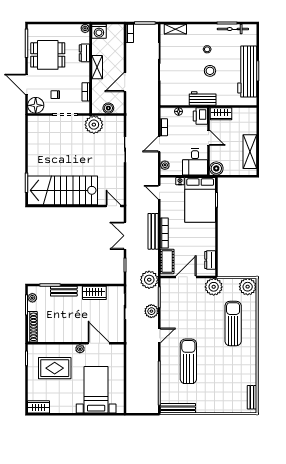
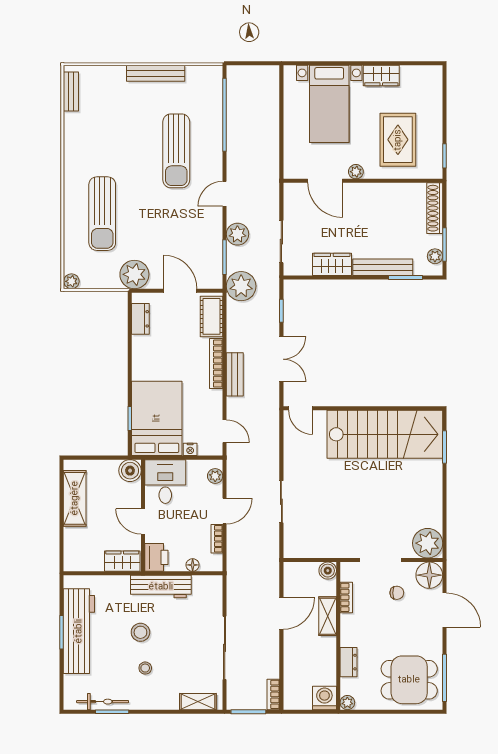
dining table: (48, 55) -> (409, 680), moved
shelving: (97, 67) -> (328, 616), moved
workbench: (203, 98) -> (161, 587), width x1.38
boiler: (108, 108) -> (328, 571), moved
plant: (94, 125) -> (428, 543), moved
bench: (153, 231) -> (235, 374), width x0.73
door: (186, 277) -> (180, 291), swing flipped
plant: (248, 287) -> (71, 281), width x0.53, depth x0.53
bench: (64, 291) -> (383, 267), width x1.36
rug: (55, 368) -> (398, 140), turned 90
wardrobe: (38, 407) -> (381, 76), moved
bench: (178, 408) -> (156, 73), moved

